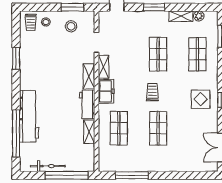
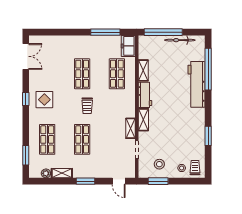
freezer: (106, 91) -> (128, 46), moved

